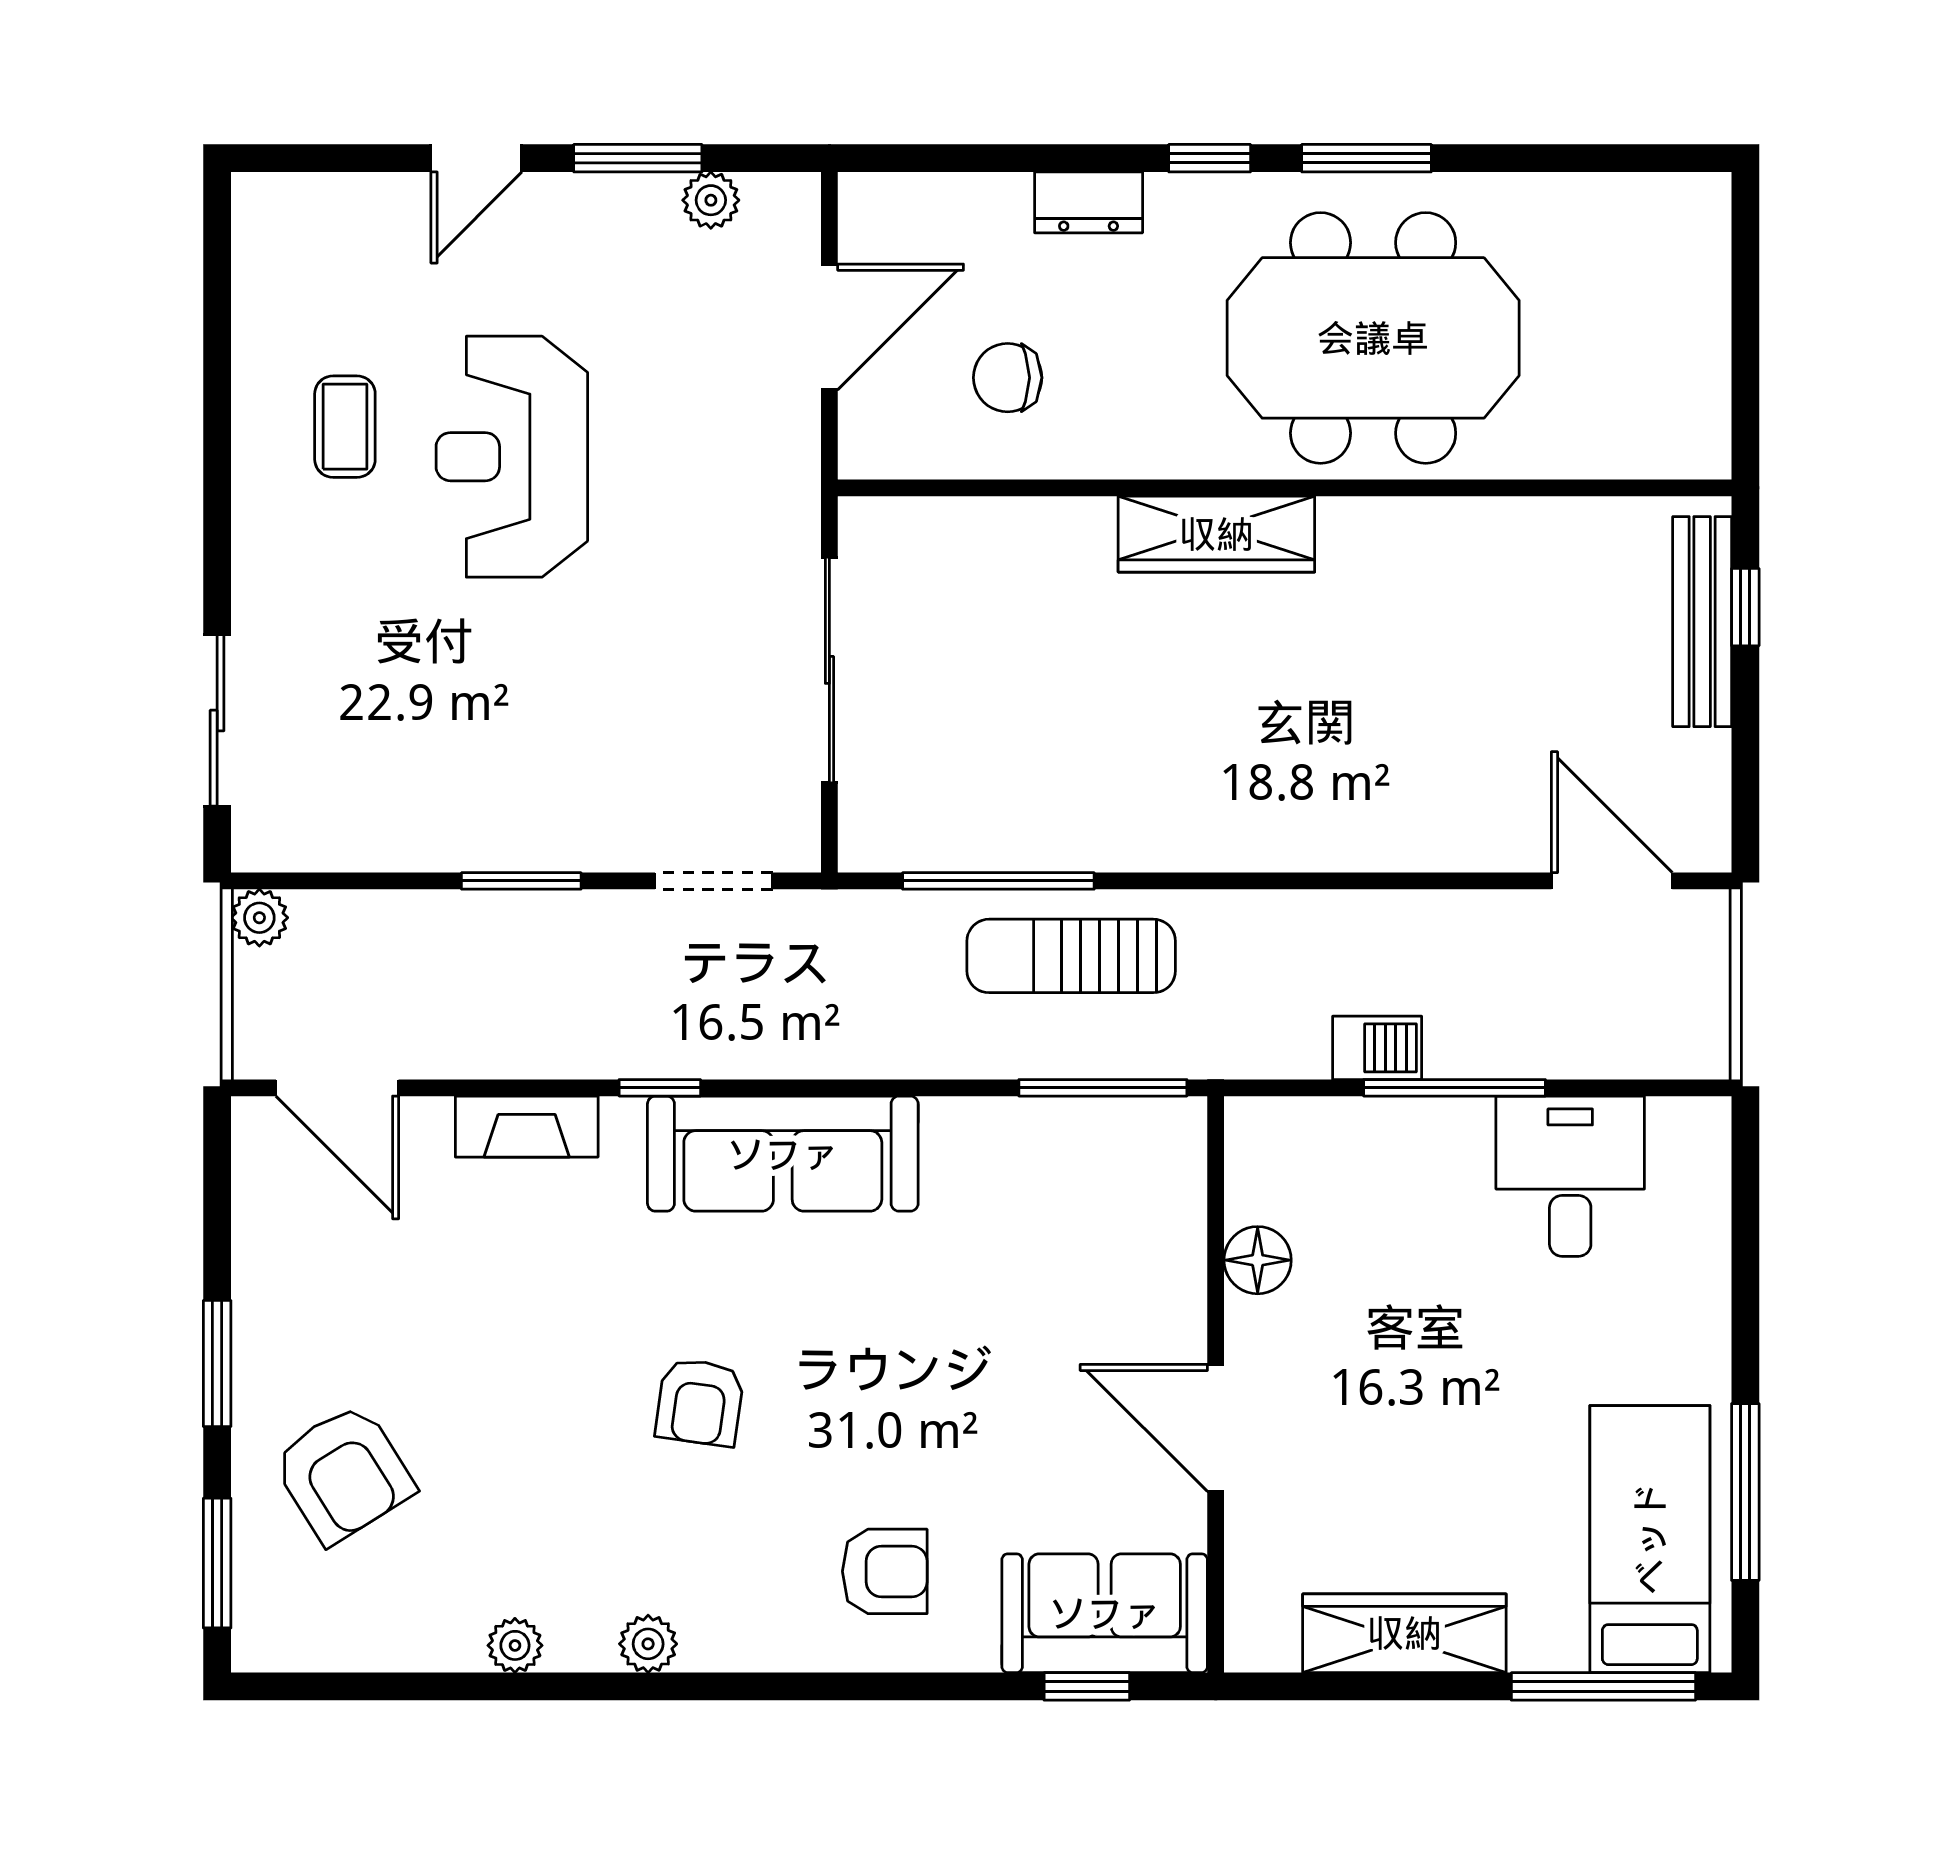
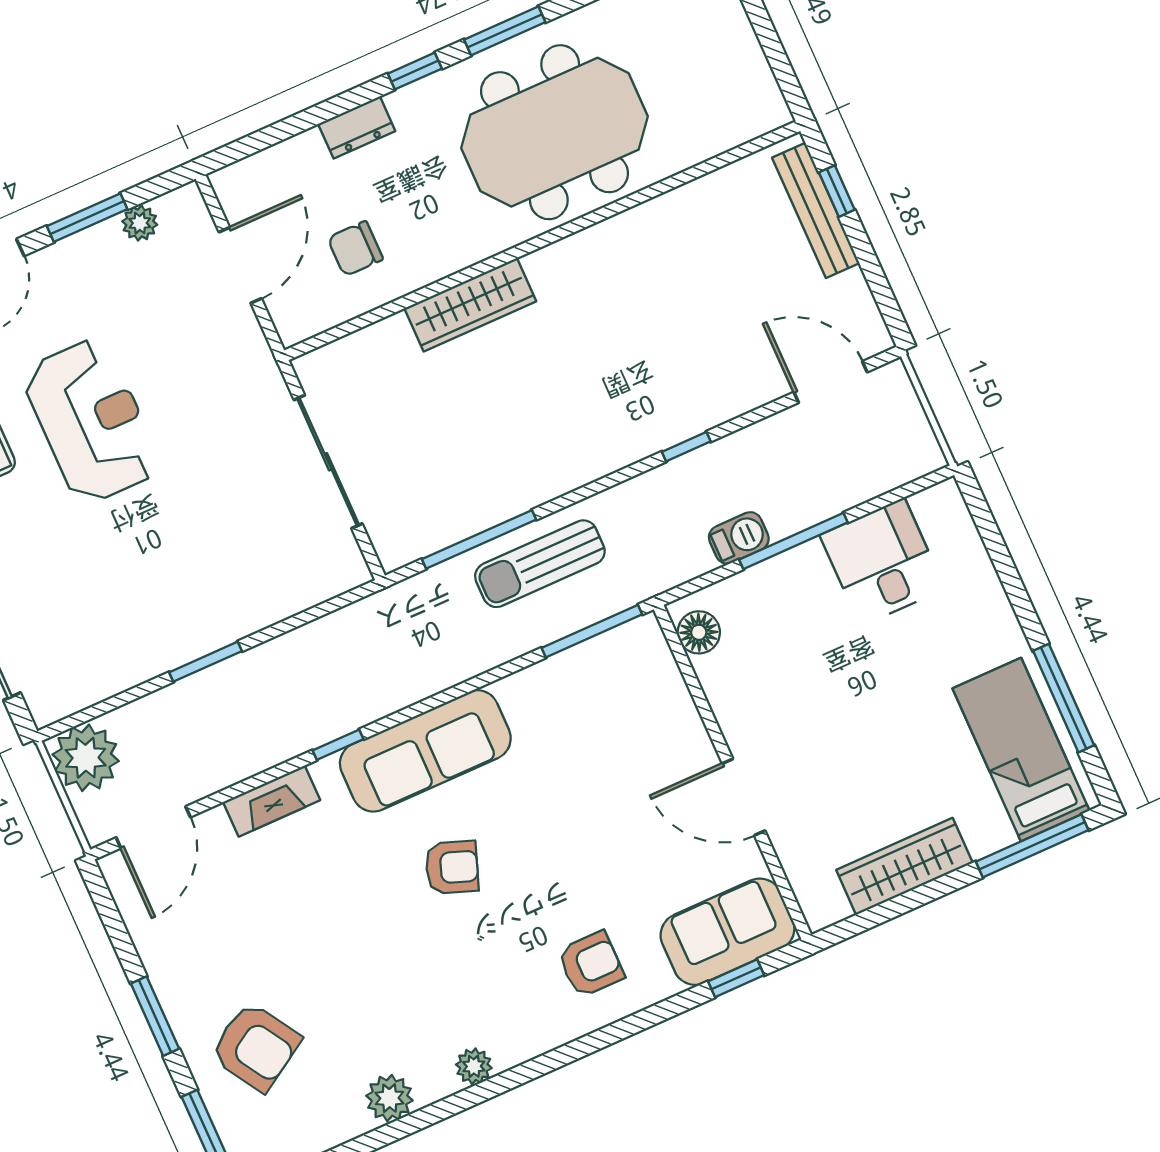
reception desk: (512, 457) -> (91, 421), turned 180
wardrobe: (1216, 534) -> (470, 305), moved
doorway: (714, 881) -> (316, 612), removed
window: (1360, 881) -> (686, 447), added
plant: (259, 918) -> (86, 758), width x1.87, depth x1.87
door: (337, 1088) -> (153, 827), hinge flipped
floor lamp: (1258, 1260) -> (699, 632), moved
armchair: (700, 1402) -> (452, 867), moved, turned -78
plant: (515, 1645) -> (389, 1098), width x1.38, depth x1.38

